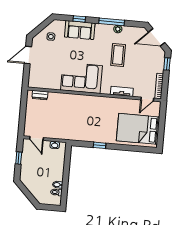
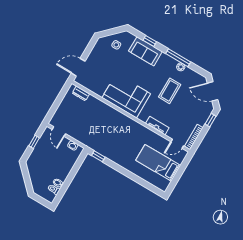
door: (28, 55) -> (78, 67), moved
bed: (138, 129) -> (158, 163), width x0.67
window: (100, 145) -> (98, 156), moved

